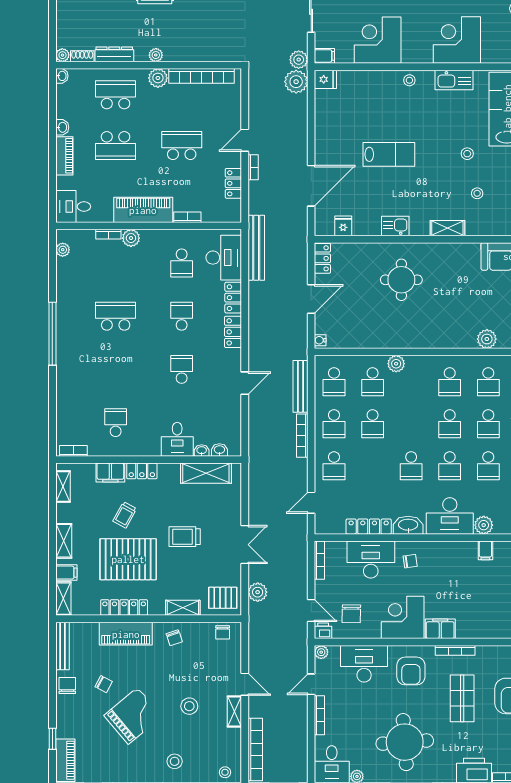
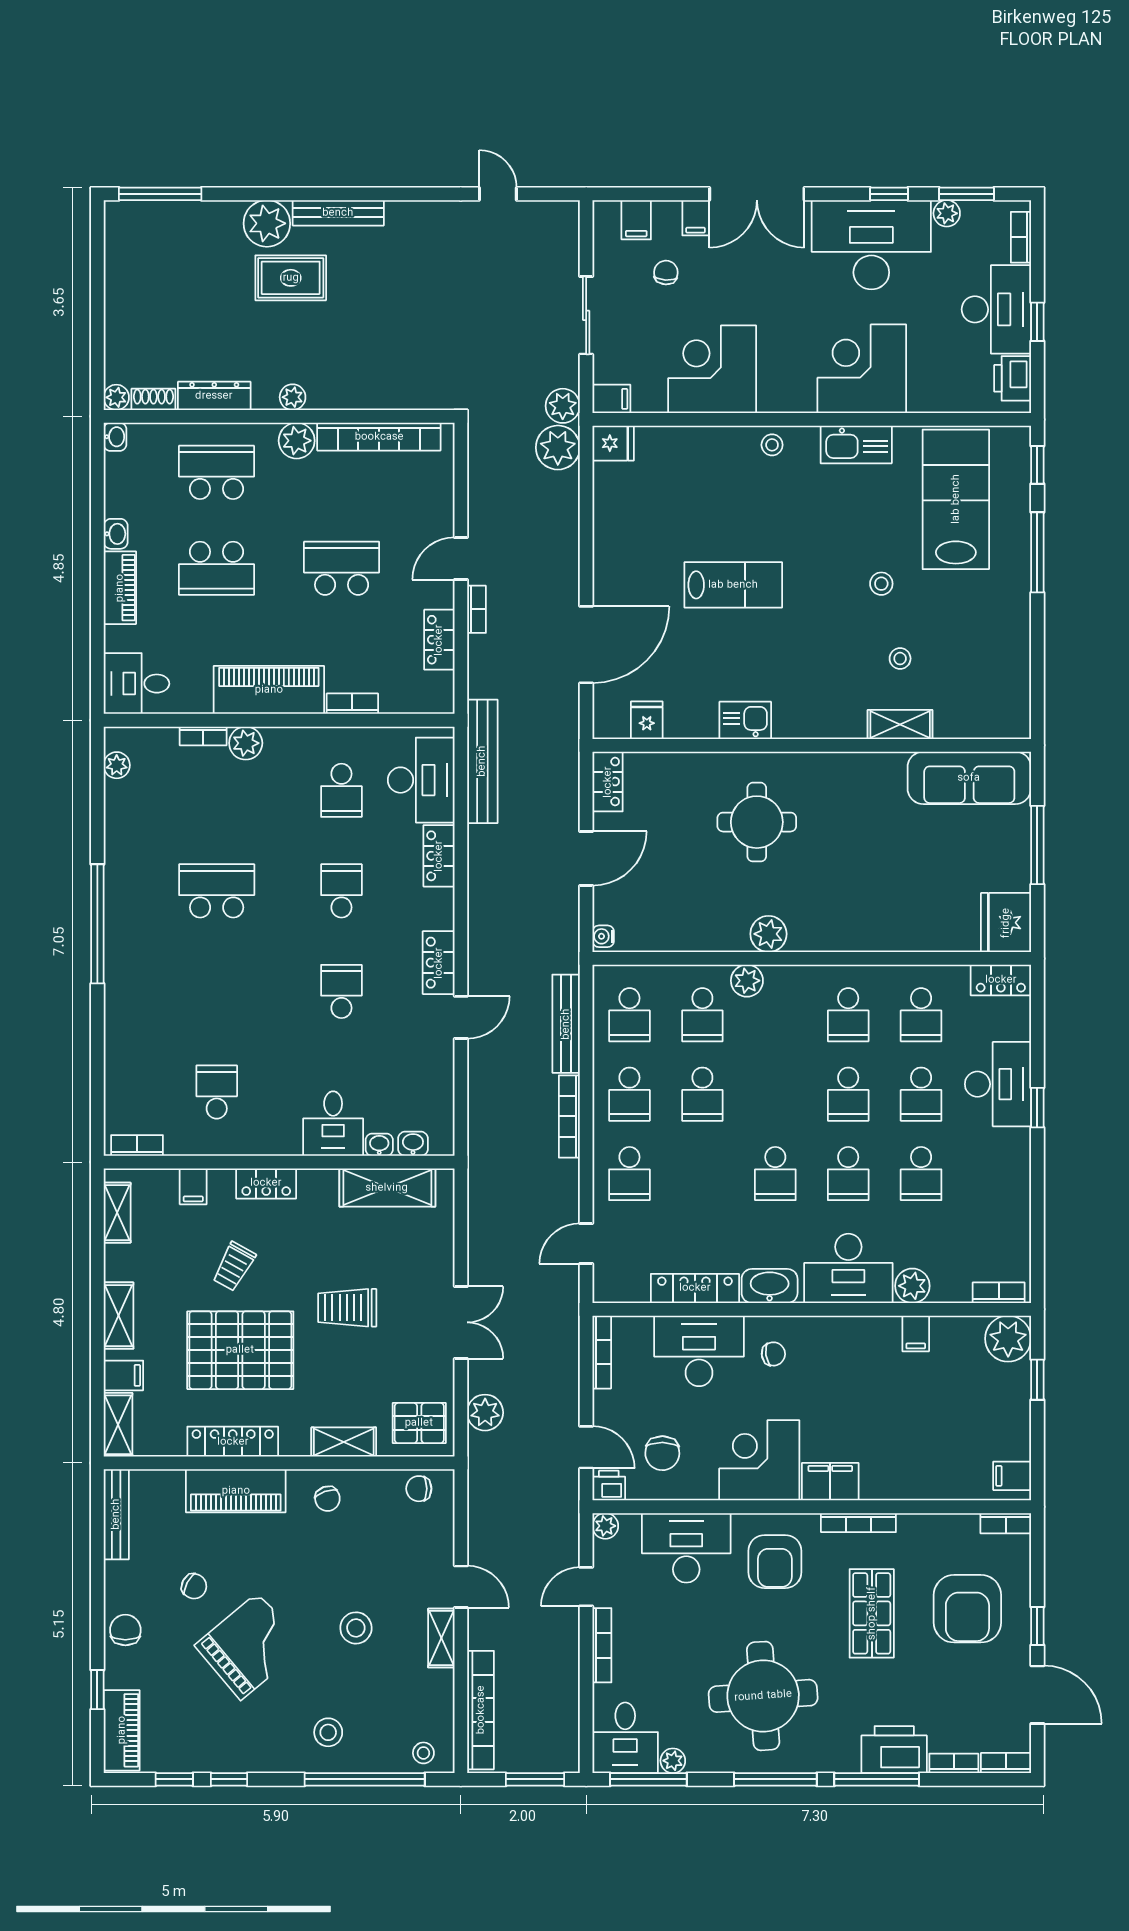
shelving: (447, 228) -> (900, 724), moved
locker: (233, 332) -> (439, 963), moved
plant: (487, 339) -> (768, 934), moved
filing cabinet: (110, 473) -> (193, 1186), width x0.50
chair: (223, 632) -> (419, 1489), turned 90
chair: (67, 686) -> (125, 1630), moved

